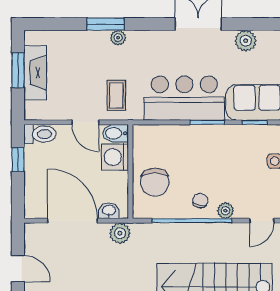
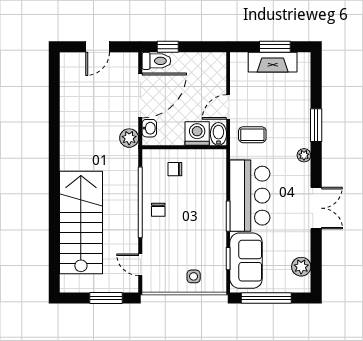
plant: (118, 38) -> (304, 155), moved
plant: (246, 41) -> (301, 267), moved
toilet: (40, 134) -> (156, 61), moved, turned -90
window: (18, 159) -> (168, 47), moved
chair: (155, 182) -> (175, 169), width x0.54, depth x0.54
chair: (200, 201) -> (158, 210), turned 77
plant: (225, 211) -> (149, 232), removed

